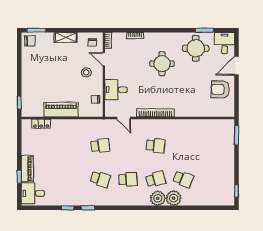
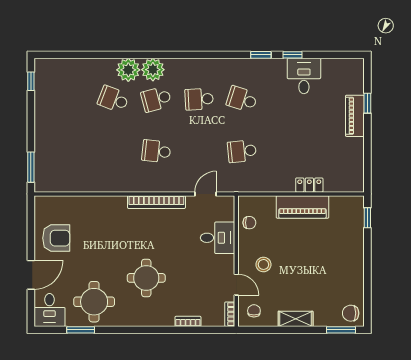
door: (124, 118) -> (206, 194), hinge flipped
locker: (41, 124) -> (309, 185), moved
desk: (33, 193) -> (304, 76), moved, turned -90

